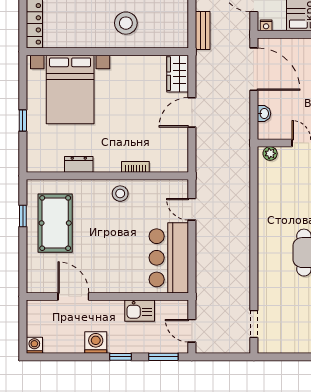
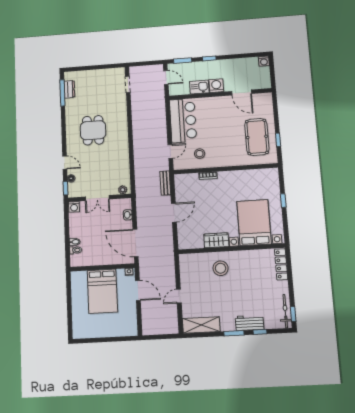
bench: (203, 31) -> (165, 183), moved
wardrobe: (178, 74) -> (216, 240), moved, turned -90
dresser: (79, 164) -> (245, 175), removed
stool: (120, 194) -> (200, 154), moved
door: (192, 209) -> (170, 152), hinge flipped
washing machine: (96, 343) -> (216, 86), moved, turned 180

